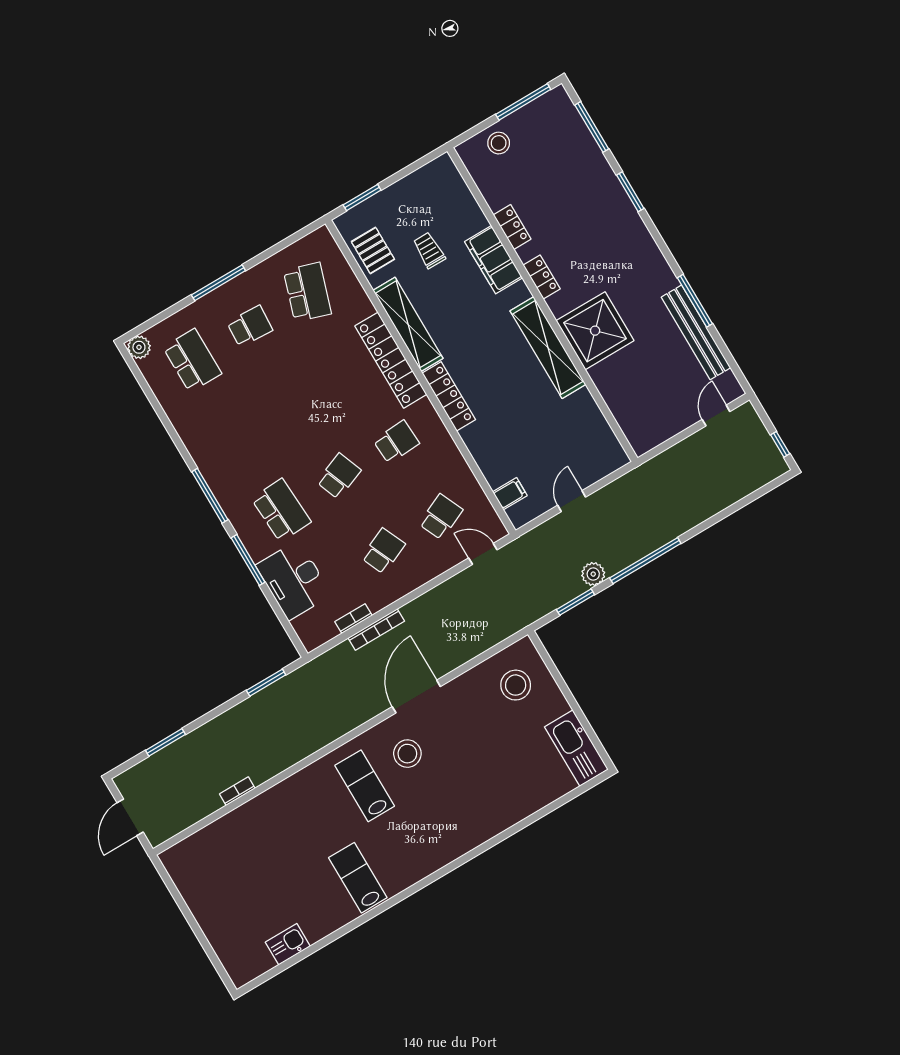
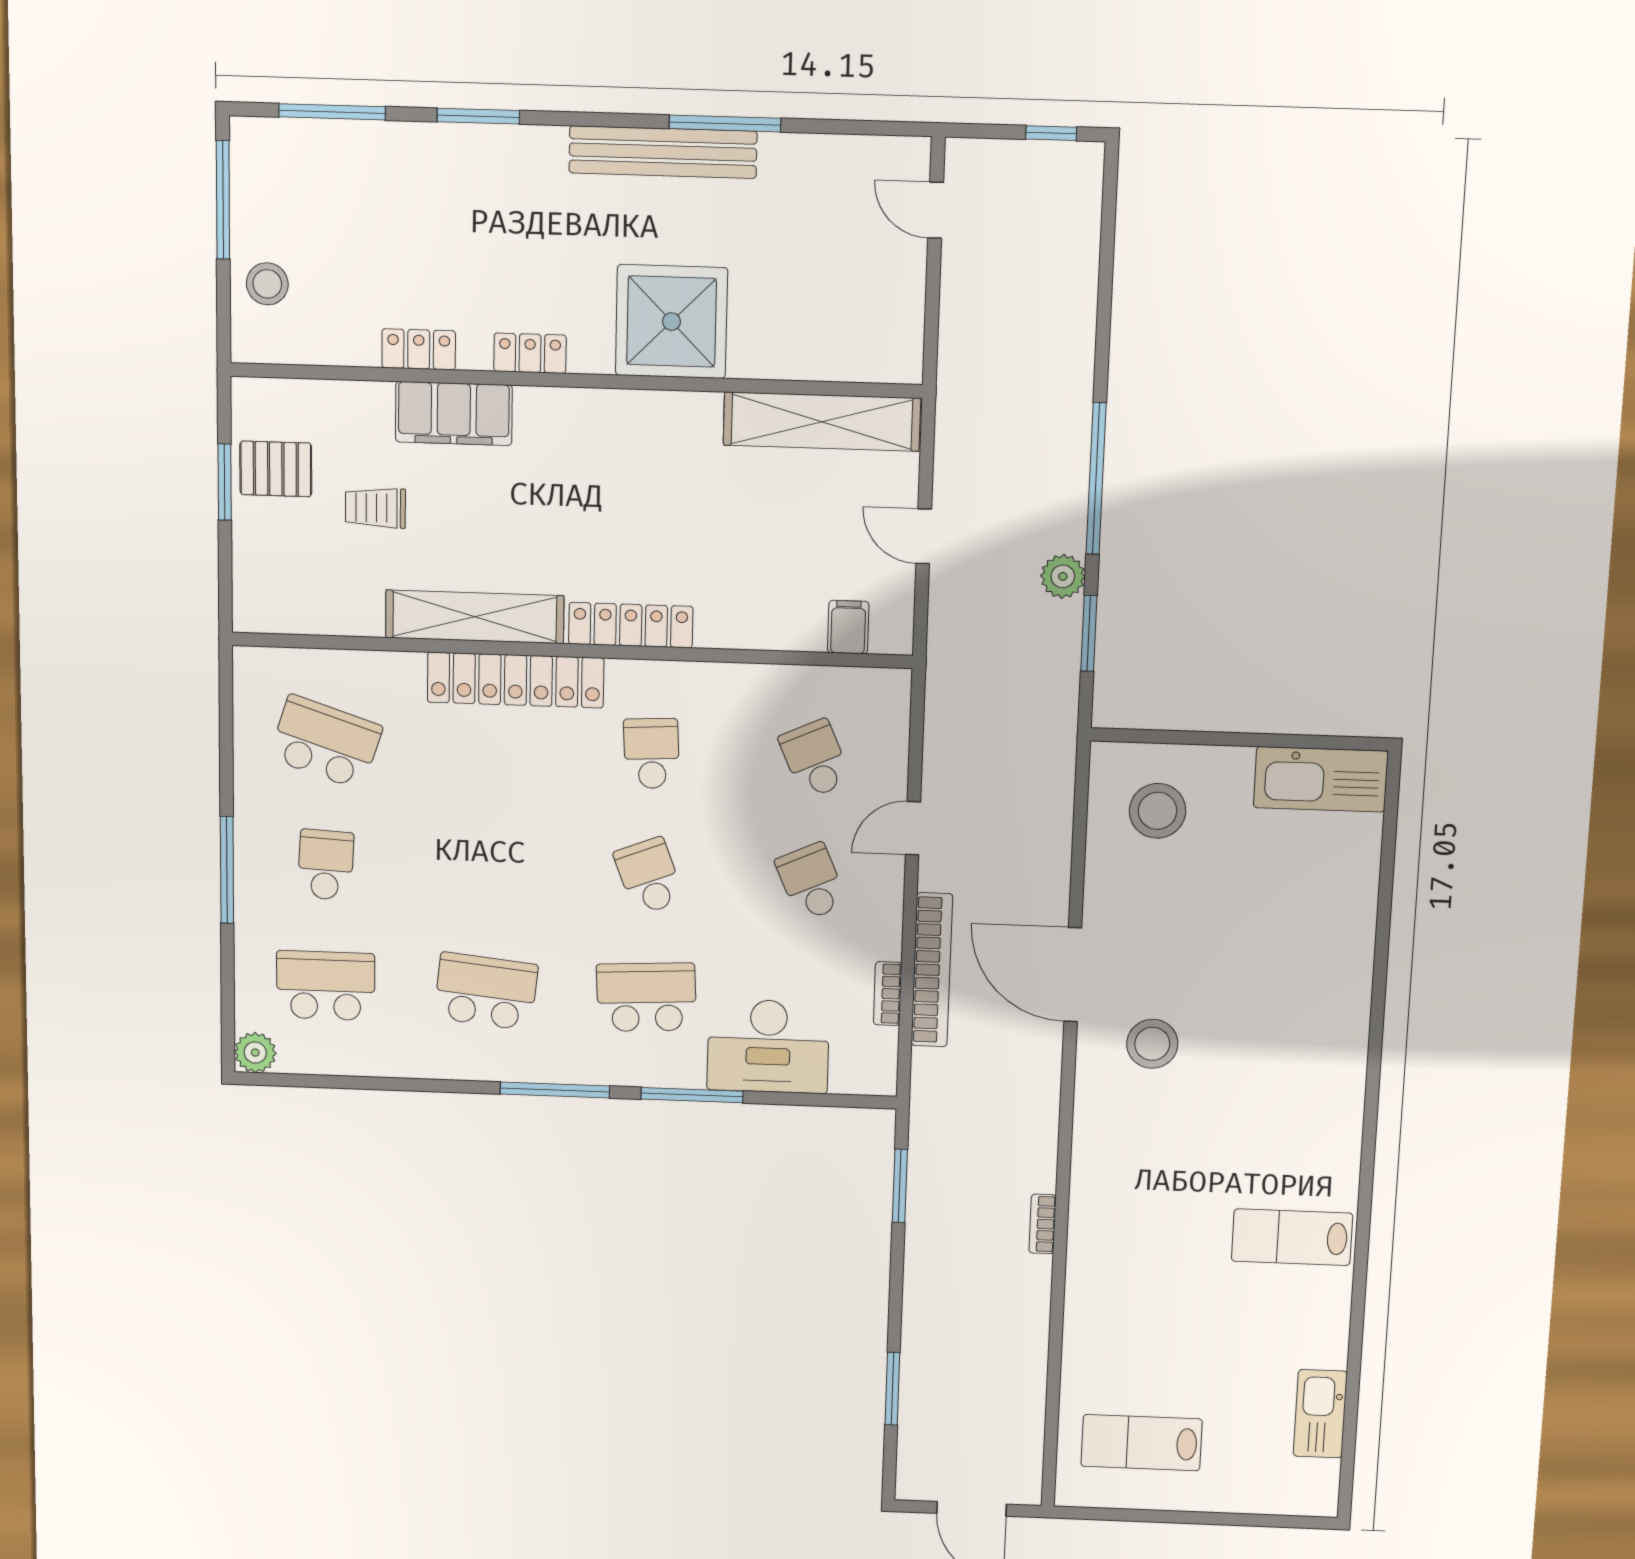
window: (362, 198) -> (225, 482), moved
pallet: (373, 250) -> (276, 469), moved
bench: (696, 332) -> (663, 152), moved
shelving: (548, 348) -> (822, 422), moved
school desk: (237, 435) -> (486, 991), added
door: (483, 554) -> (913, 828), moved
bookcase: (376, 630) -> (932, 970), width x1.48, depth x1.31
lab bench: (365, 786) -> (1142, 1443), moved
bookcase: (237, 791) -> (1043, 1224), moved
kitchen sink: (288, 944) -> (1320, 1414), width x1.38

